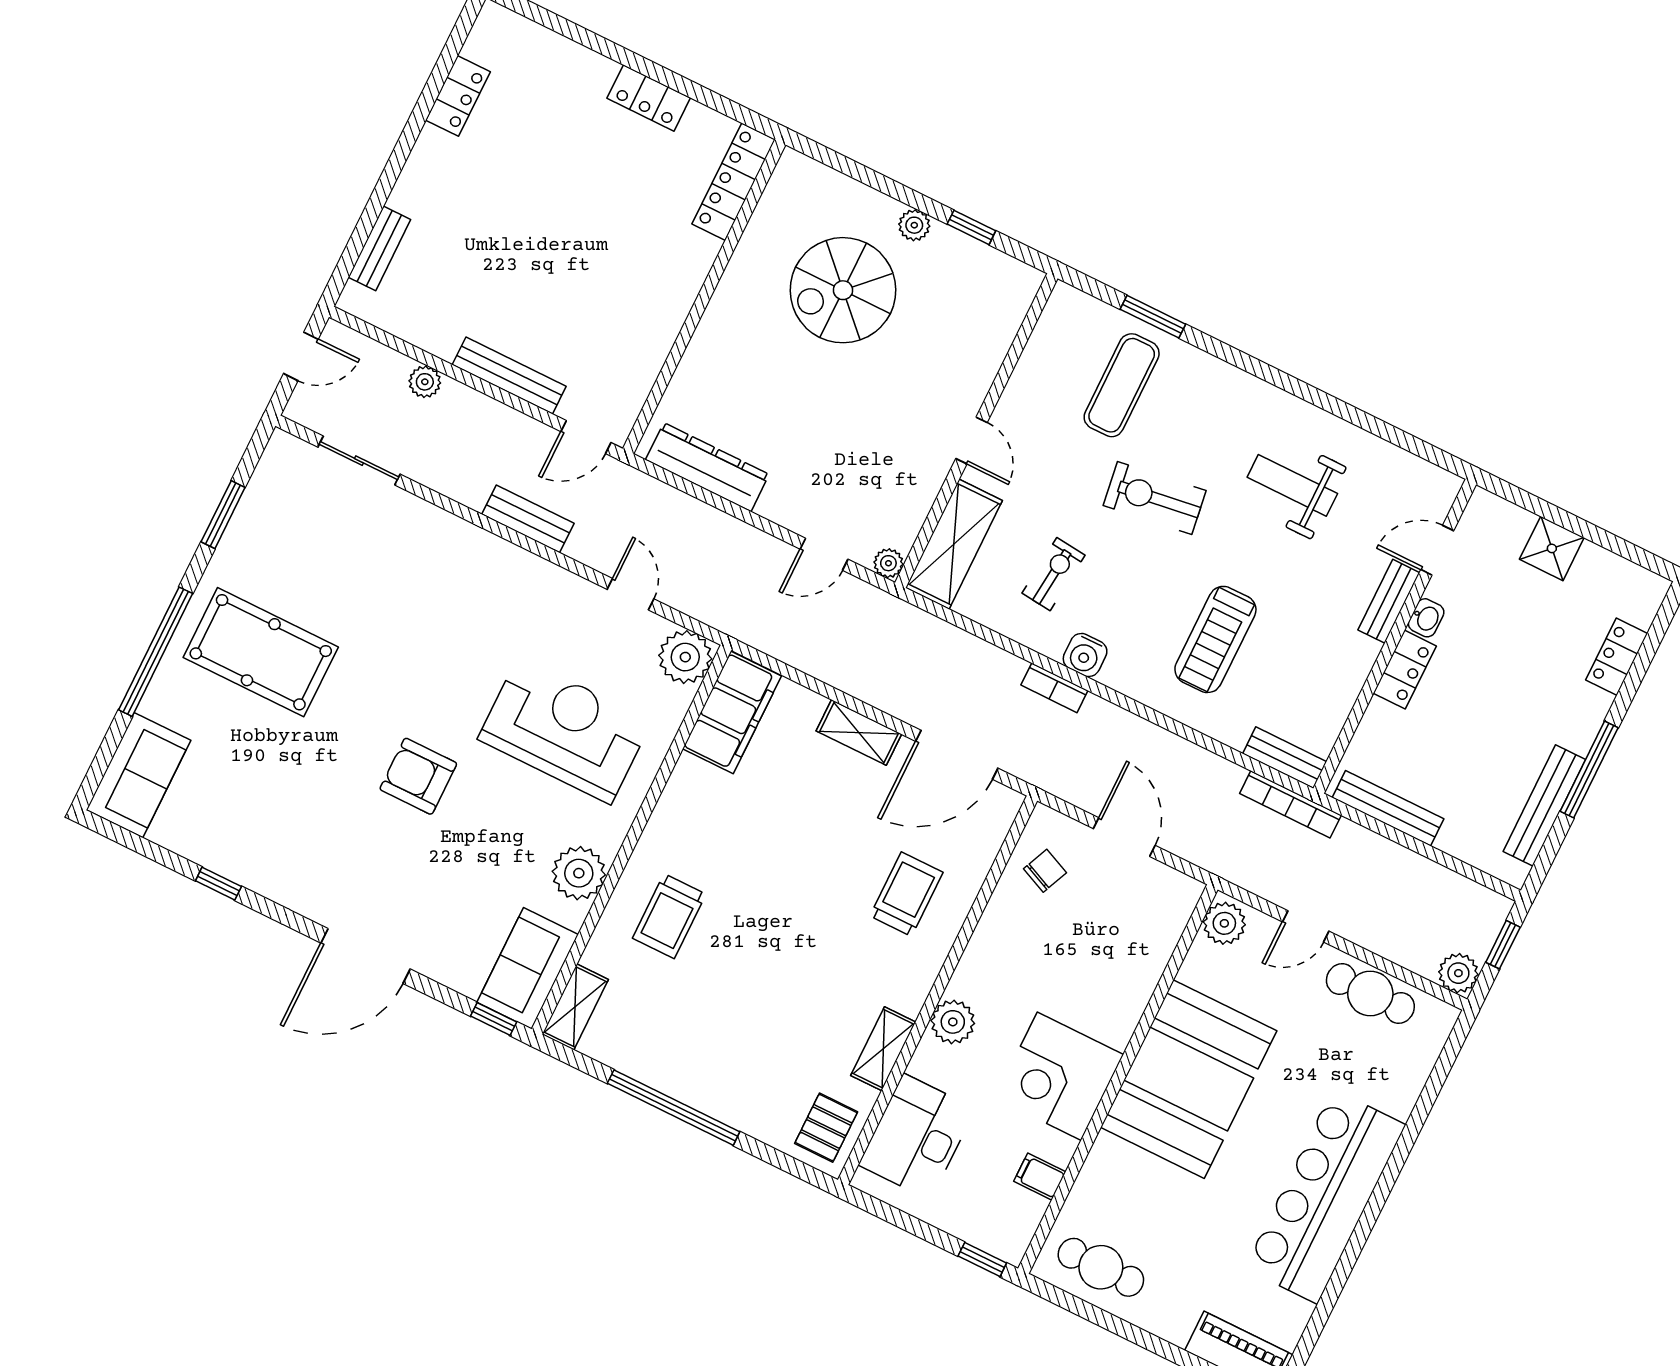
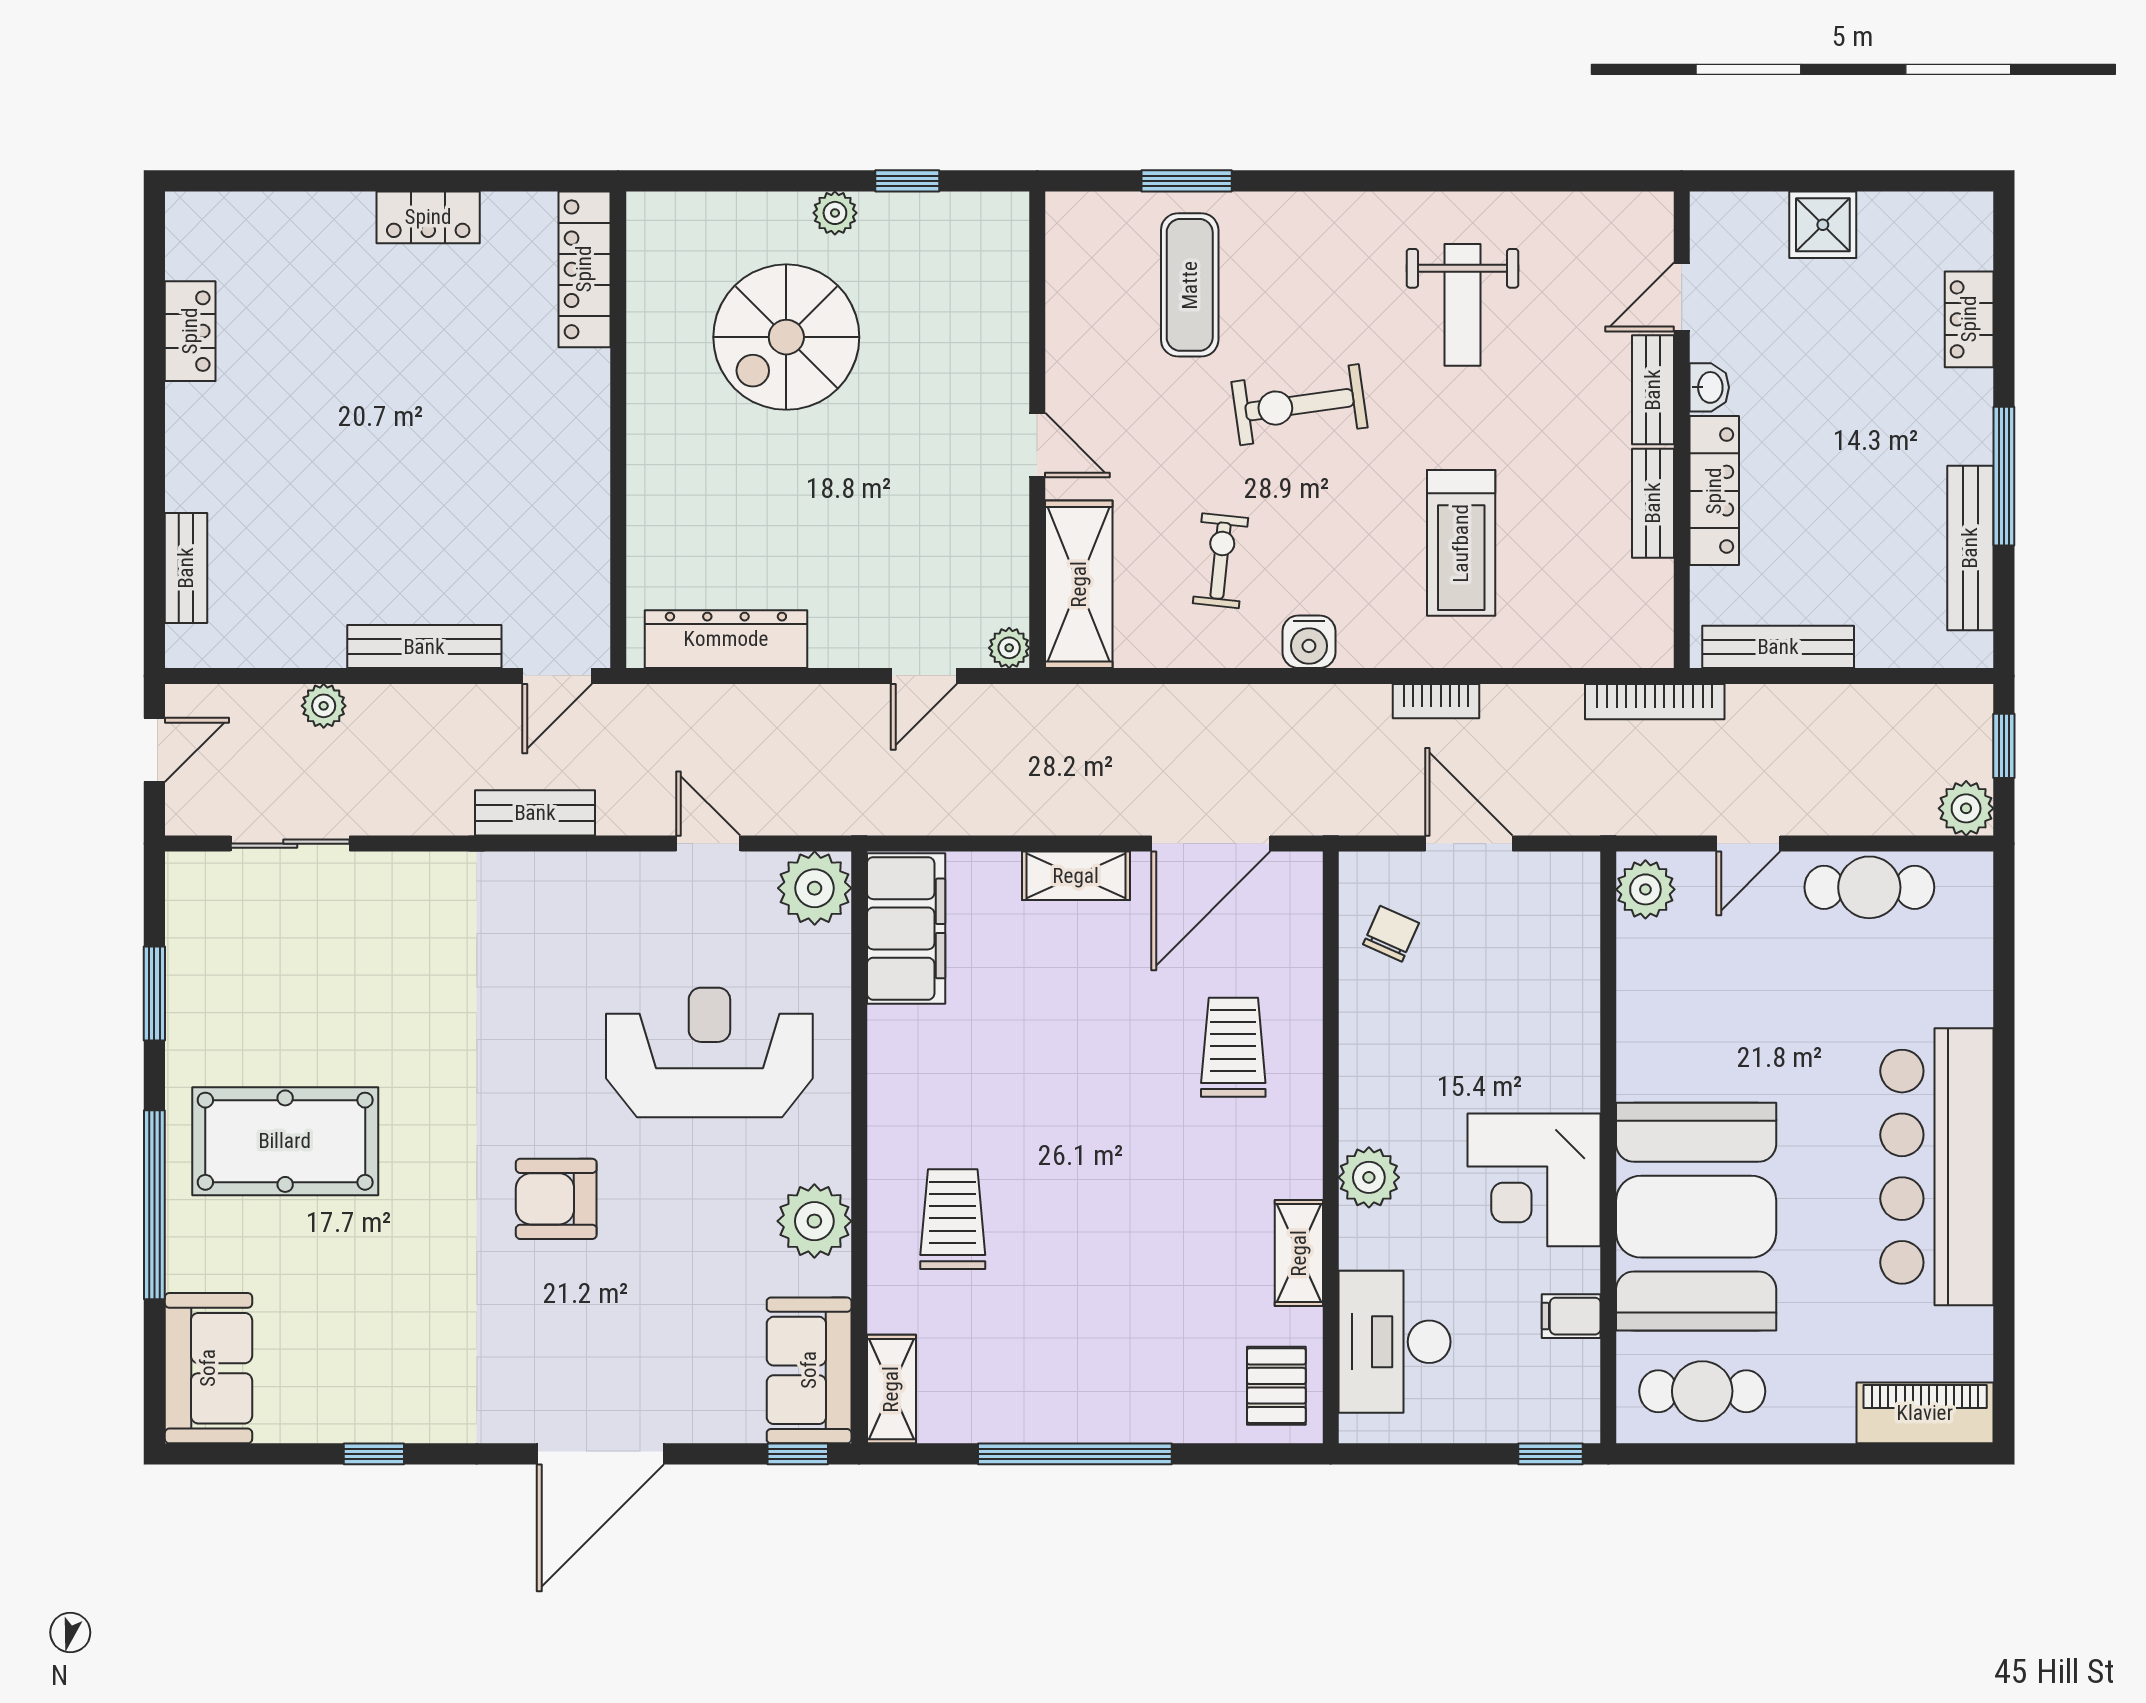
weight bench: (1292, 485) -> (1463, 305), turned -90
locker: (1405, 670) -> (1714, 491), width x1.53
bookcase: (1054, 688) -> (1436, 701), moved
bench: (1285, 758) -> (1653, 503), moved, turned 90
trolley: (669, 916) -> (953, 1219), turned 180
booth: (1189, 1079) -> (1696, 1217), moved

